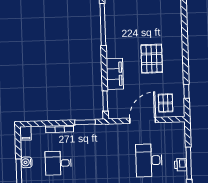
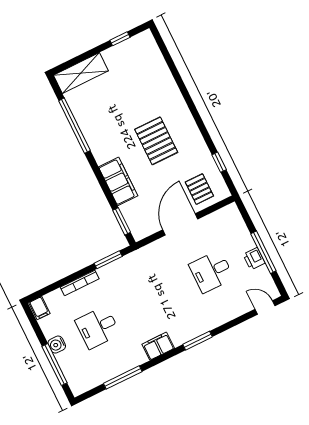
desk: (149, 160) -> (211, 271), width x0.73

